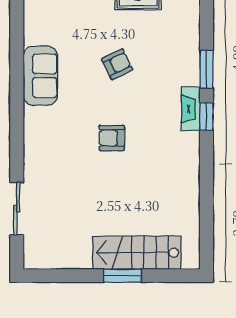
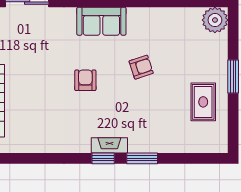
armchair: (117, 64) -> (141, 67), moved, turned -82
sofa: (40, 76) -> (101, 21), moved

